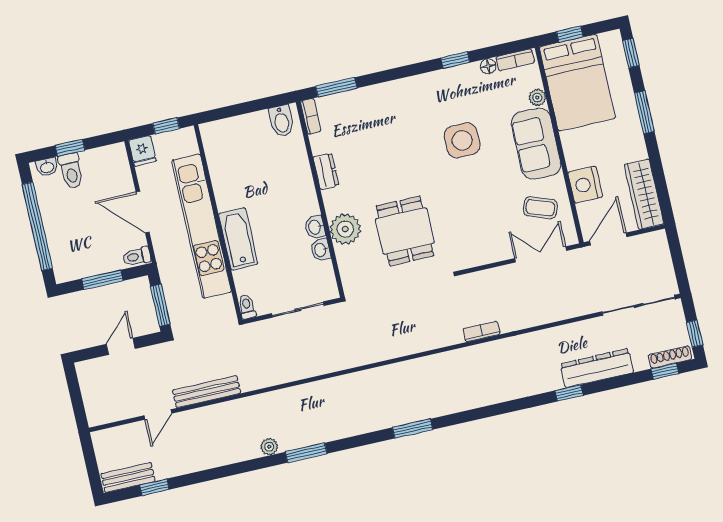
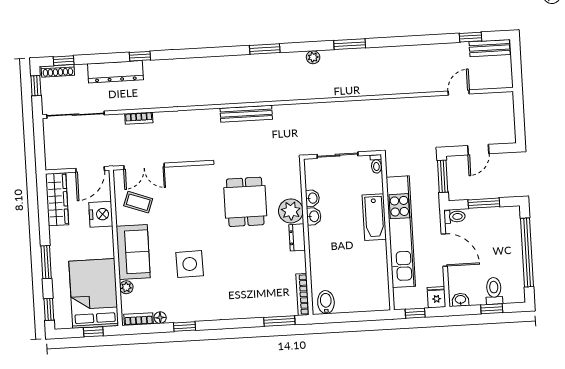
bookcase: (311, 116) -> (302, 294), width x1.56
washbasin: (47, 167) -> (460, 300), moved
dresser: (326, 171) -> (297, 237), moved
bookcase: (482, 331) -> (139, 118), moved
bench: (207, 392) -> (246, 114), moved
plant: (269, 447) -> (313, 57), moved

